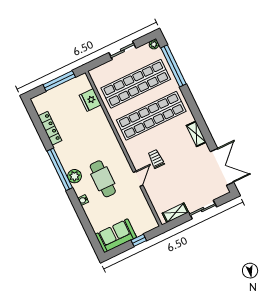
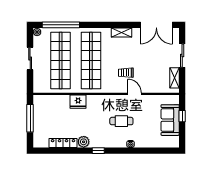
fridge: (90, 100) -> (78, 102), moved
double door: (222, 167) -> (156, 25), swing flipped
window: (60, 169) -> (98, 151), width x0.32
plant: (74, 176) -> (84, 142), moved
cafe table: (103, 179) -> (121, 121), width x0.73, depth x0.74
sofa: (116, 236) -> (170, 120), moved

